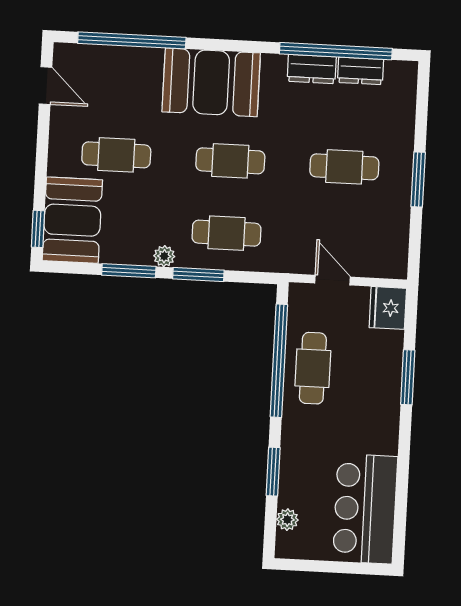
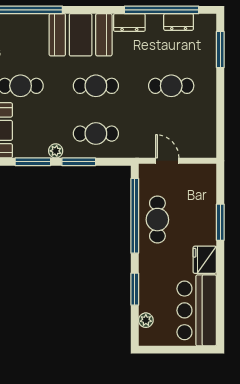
dresser: (312, 69) -> (129, 23), moved
window: (418, 180) -> (220, 50), moved
fridge: (388, 308) -> (205, 260), moved

